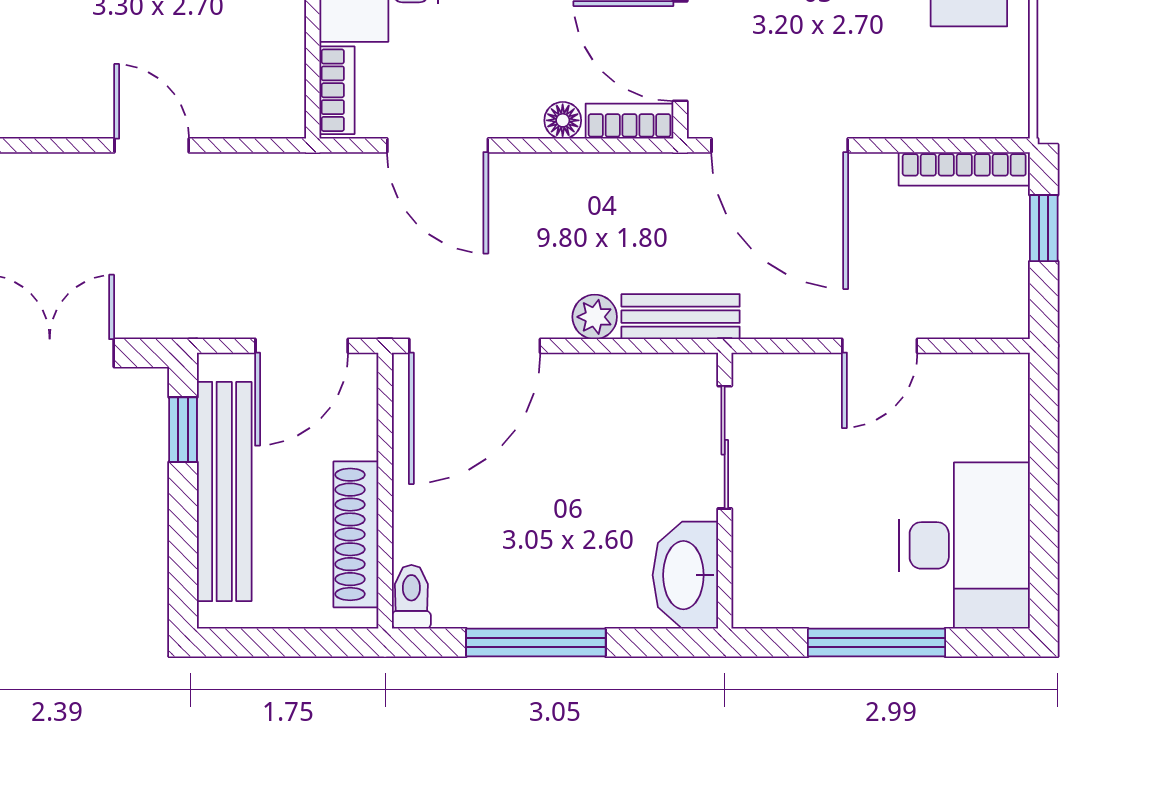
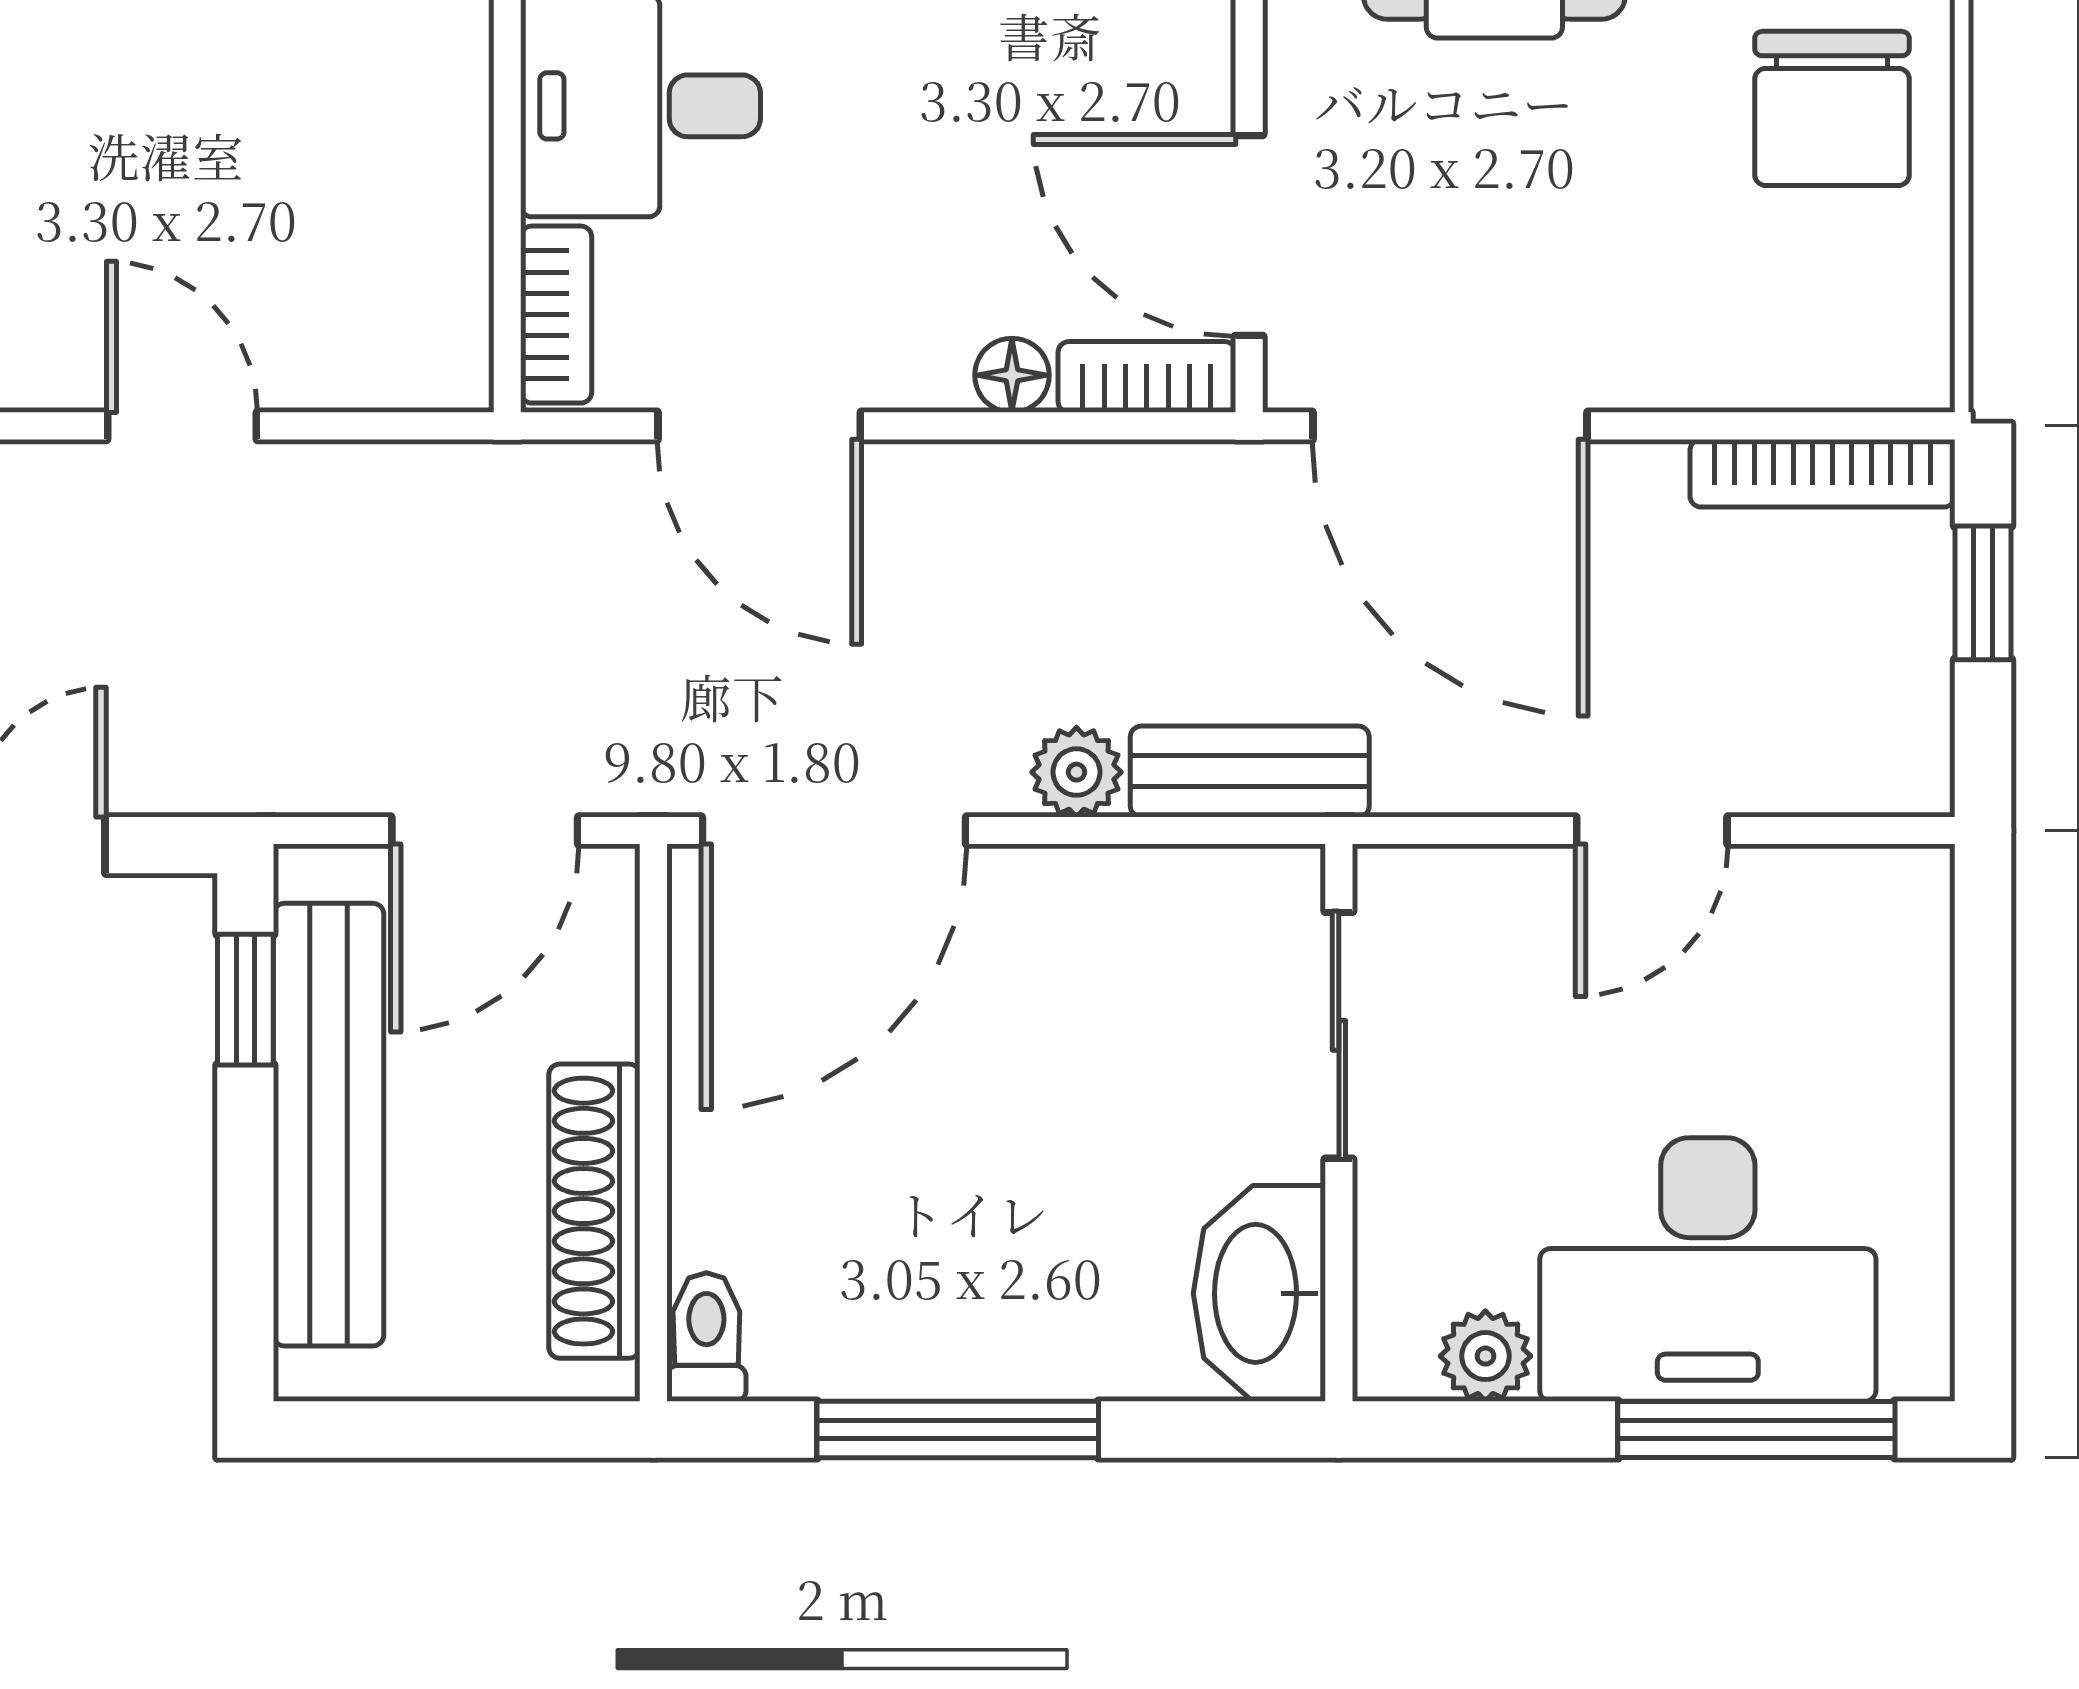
desk: (964, 545) -> (1708, 1269), moved, turned 90
plant: (797, 606) -> (1485, 1356), added
window: (877, 643) -> (1756, 1430), moved

